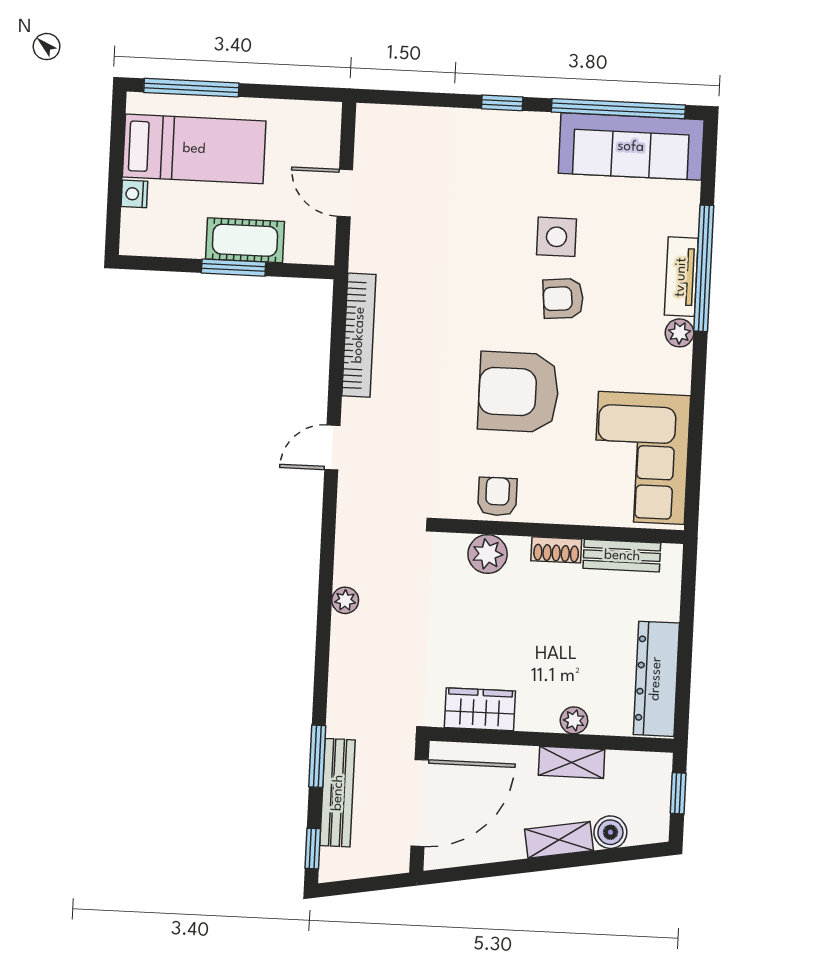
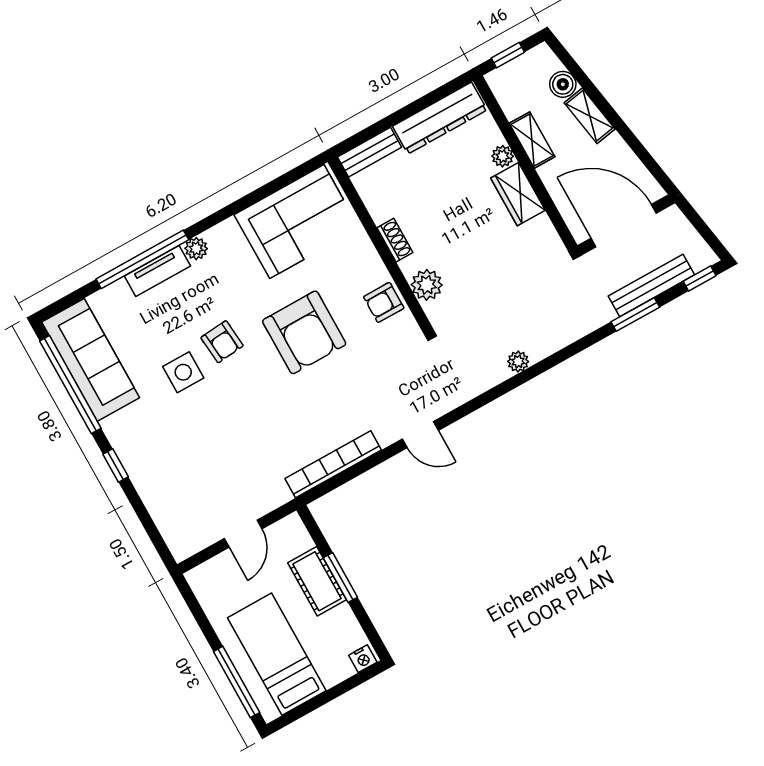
nightstand: (134, 194) -> (363, 659), moved
bench: (622, 556) -> (369, 152), moved, turned 90
wardrobe: (480, 709) -> (518, 194), moved

